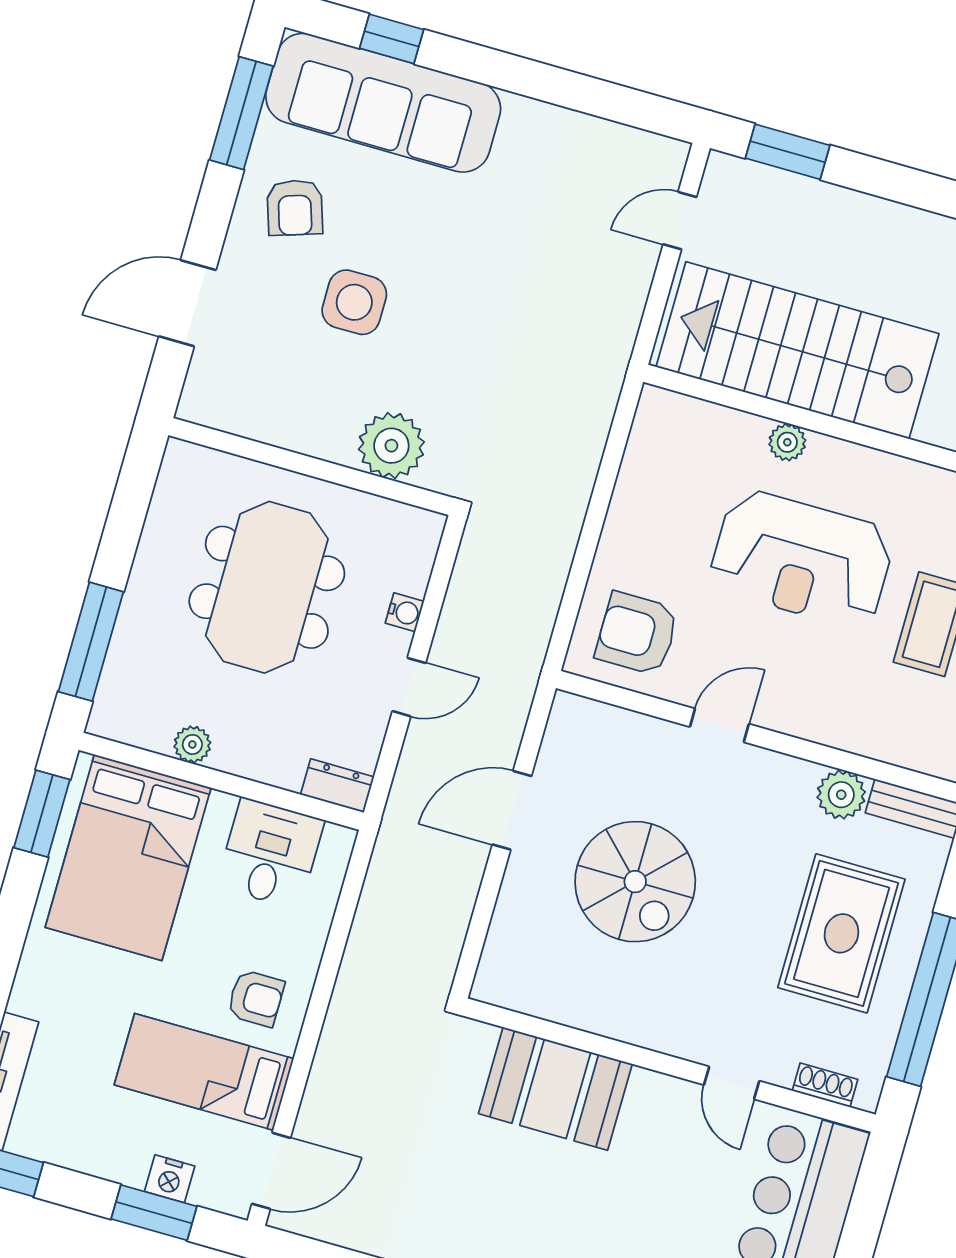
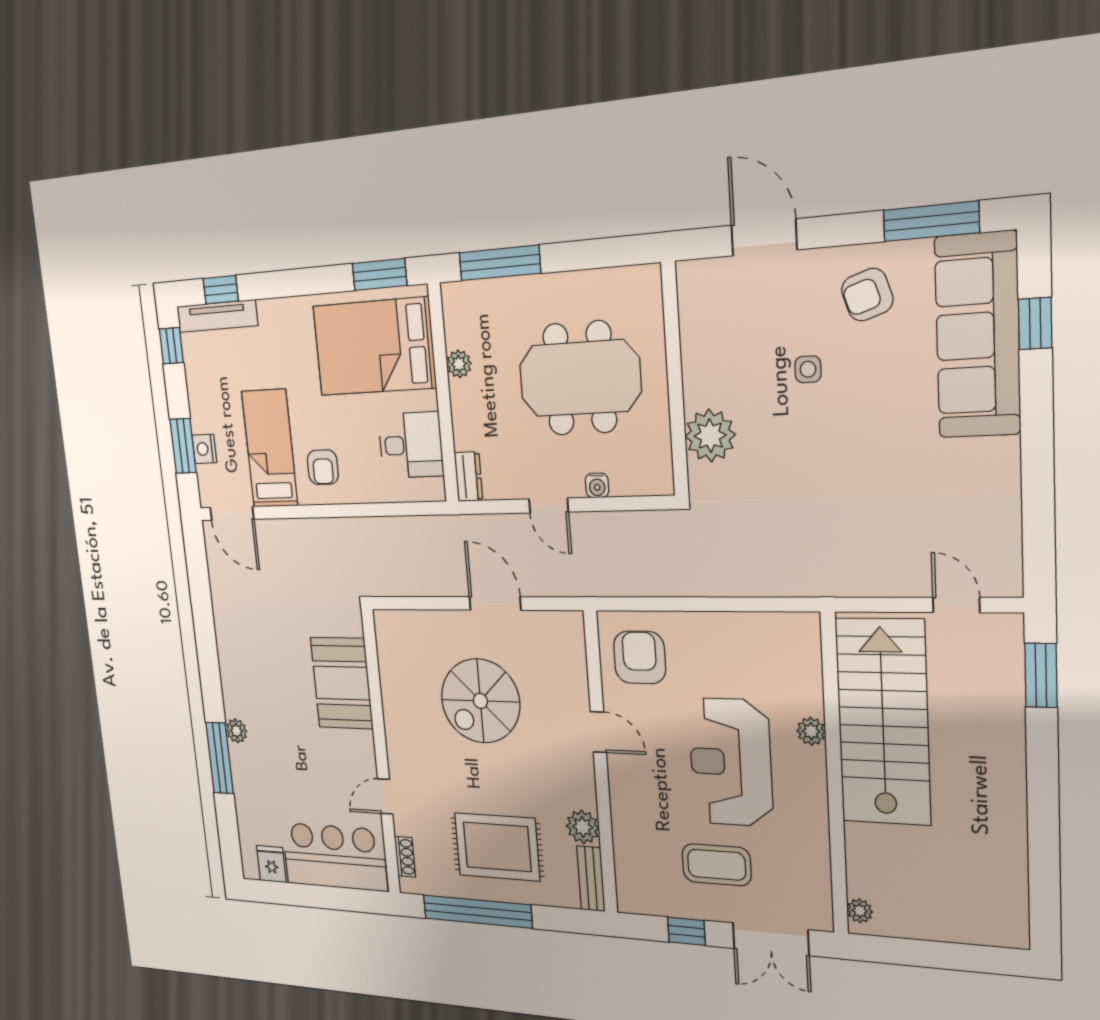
side table: (354, 302) -> (808, 369), width x0.54, depth x0.54

